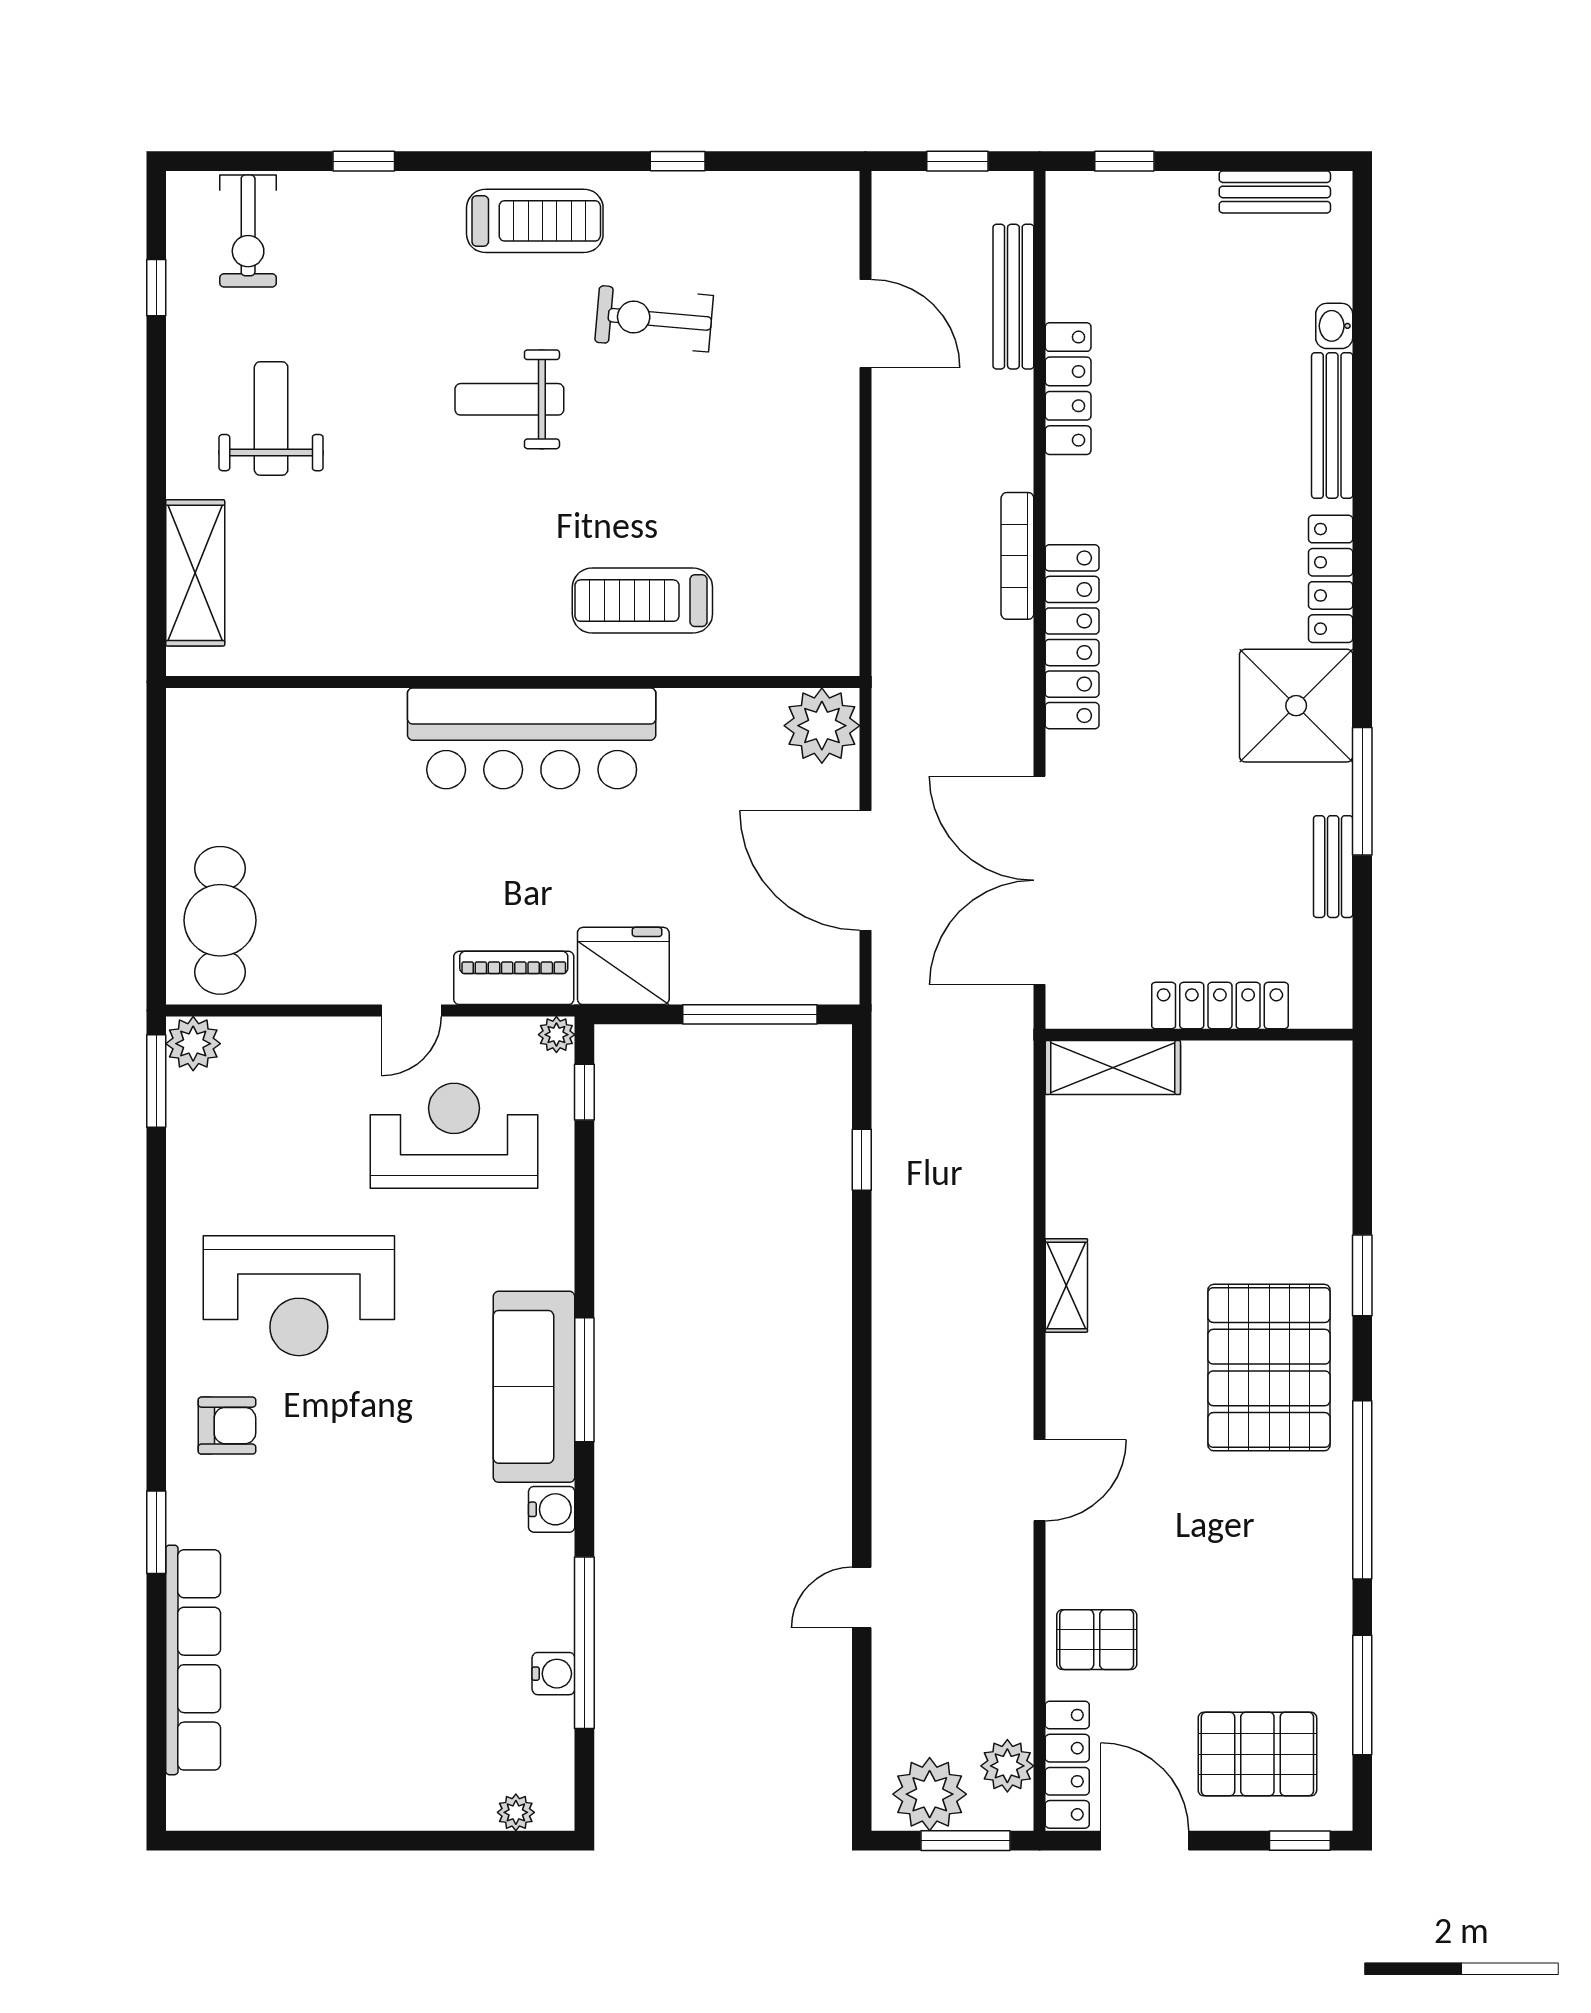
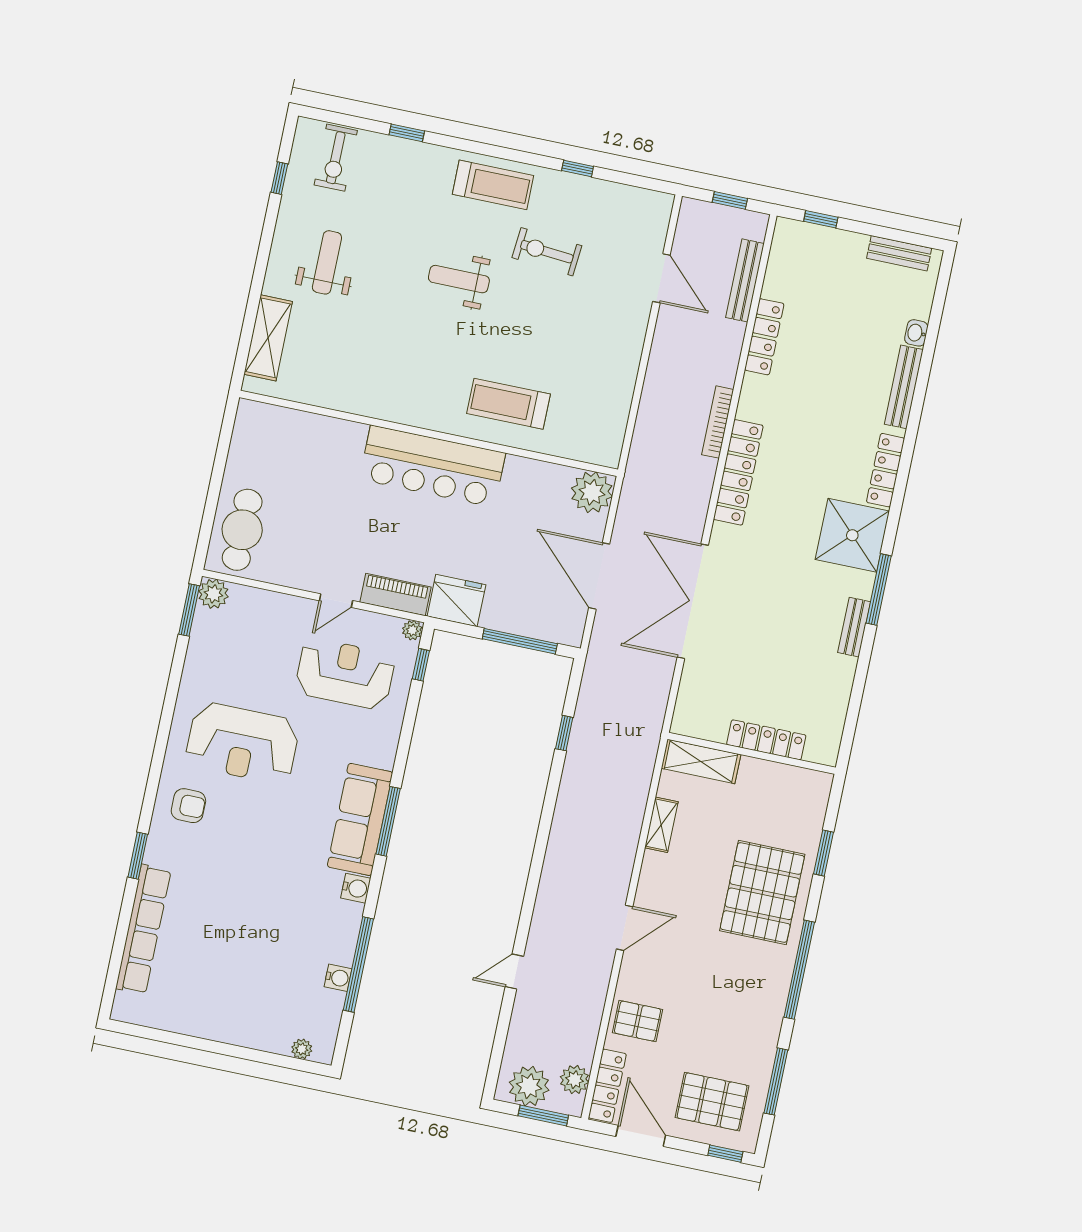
locker: (1220, 1006) -> (766, 740), moved
wall: (1199, 1035) -> (752, 753), moved
shelving: (1113, 1067) -> (701, 761), moved

